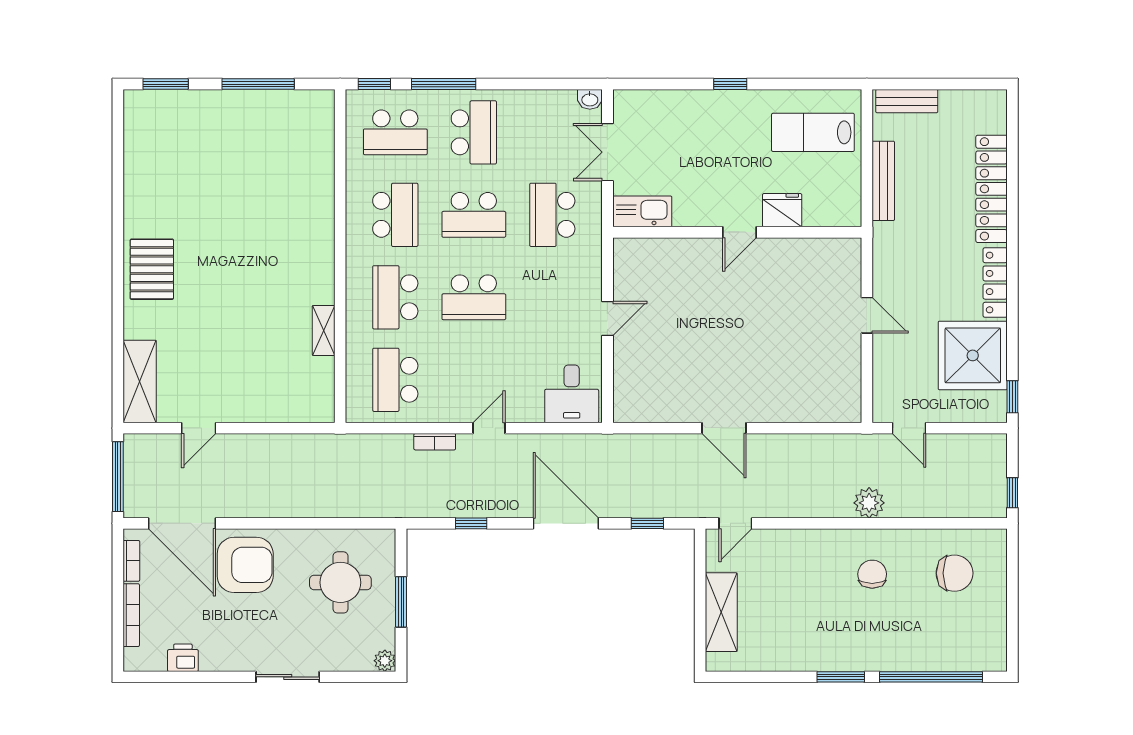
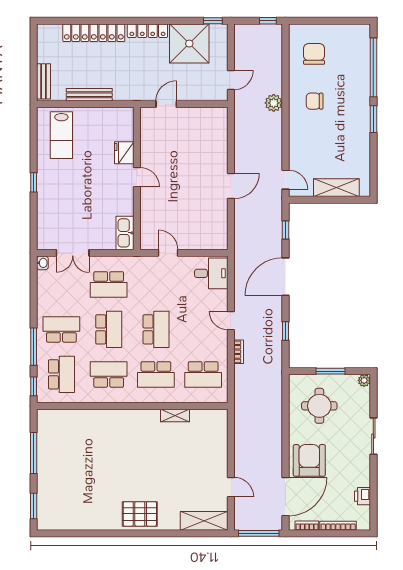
fridge: (782, 210) -> (124, 153), moved
kitchen sink: (642, 211) -> (125, 233), moved
wall: (737, 232) -> (137, 179), moved
door: (739, 232) -> (137, 177), moved

